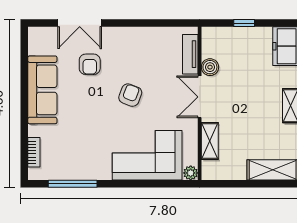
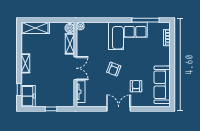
double door: (80, 23) -> (119, 109), moved
boiler: (210, 67) -> (70, 28), moved
sofa: (42, 90) -> (162, 85), moved
corner sofa: (147, 155) -> (128, 36), moved

